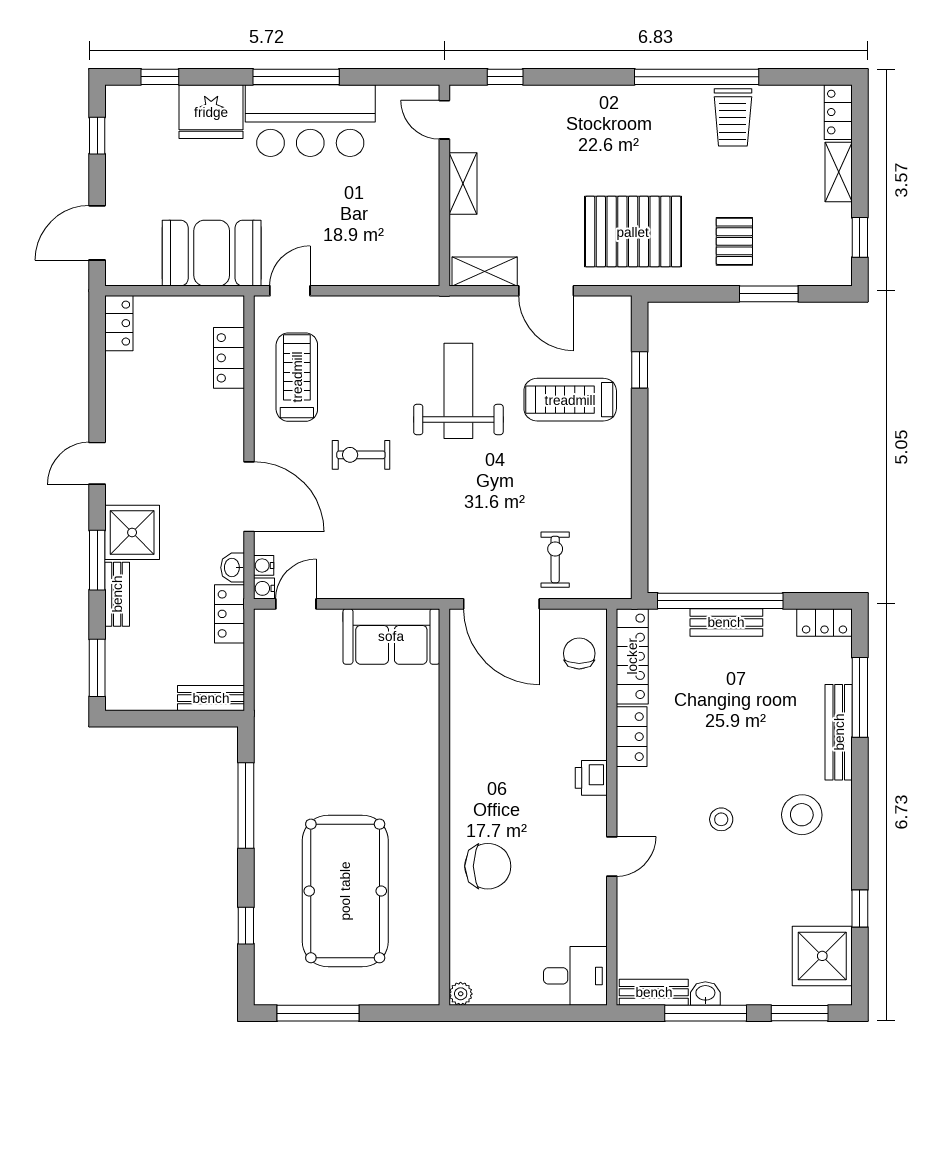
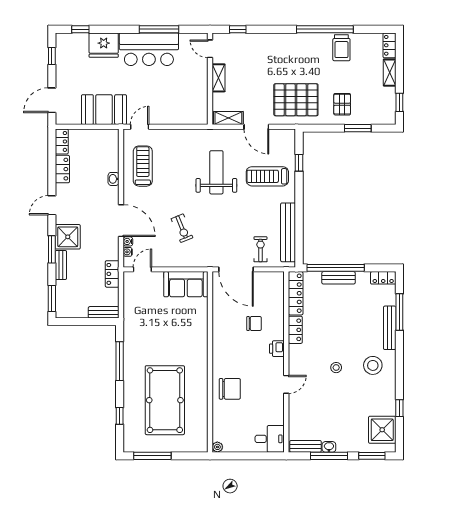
window: (296, 77) -> (159, 29), moved
locker: (229, 358) -> (62, 169), moved, turned 180
exercise bike: (361, 455) -> (182, 228), moved, turned -112
bench: (616, 523) -> (288, 232), added
washbasin: (233, 568) -> (114, 179), moved
water cooler: (264, 588) -> (128, 241), moved
chair: (579, 653) -> (254, 323), moved, turned 90

